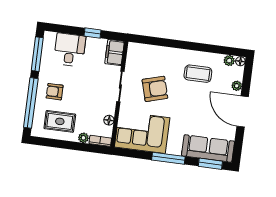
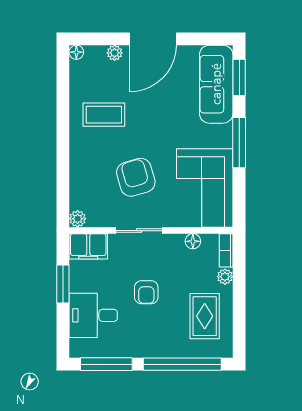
window: (92, 33) -> (63, 284), width x1.50
plant: (229, 61) -> (78, 219), moved
coffee table: (198, 74) -> (104, 115), turned 90
armchair: (55, 92) -> (146, 292), moved

